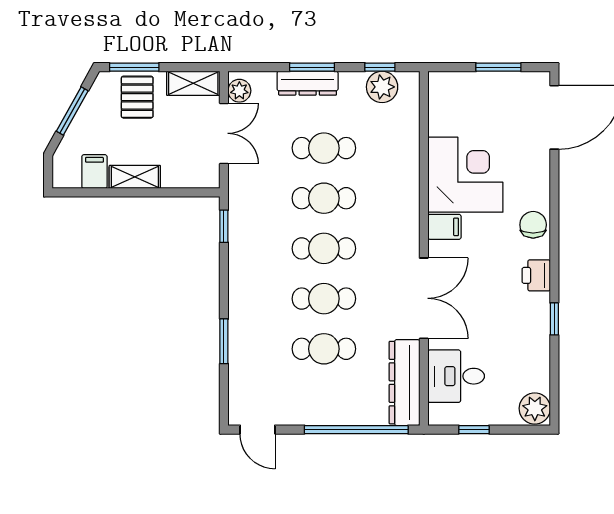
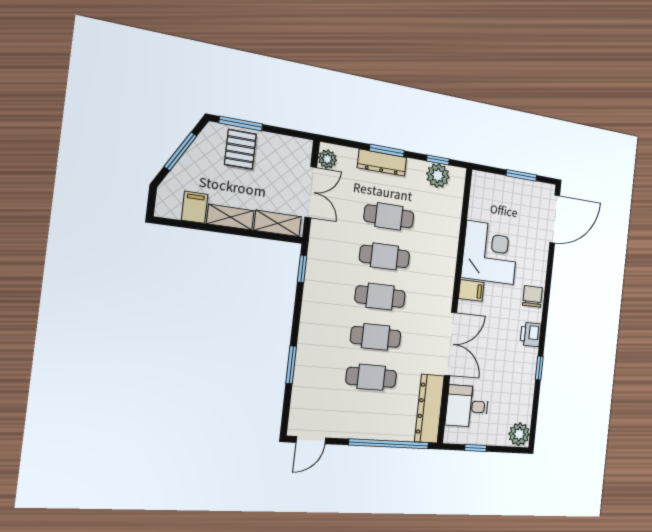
shelving: (193, 83) -> (278, 223), moved
door: (257, 430) -> (311, 440), hinge flipped

